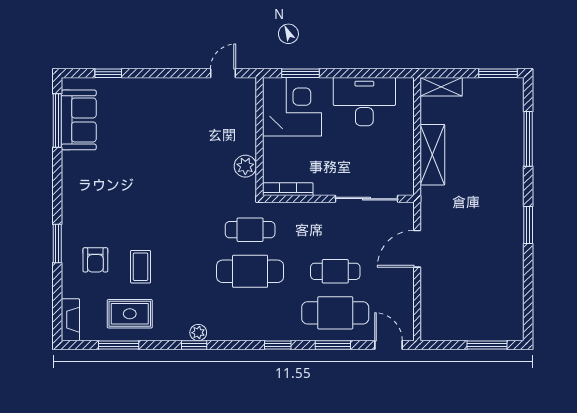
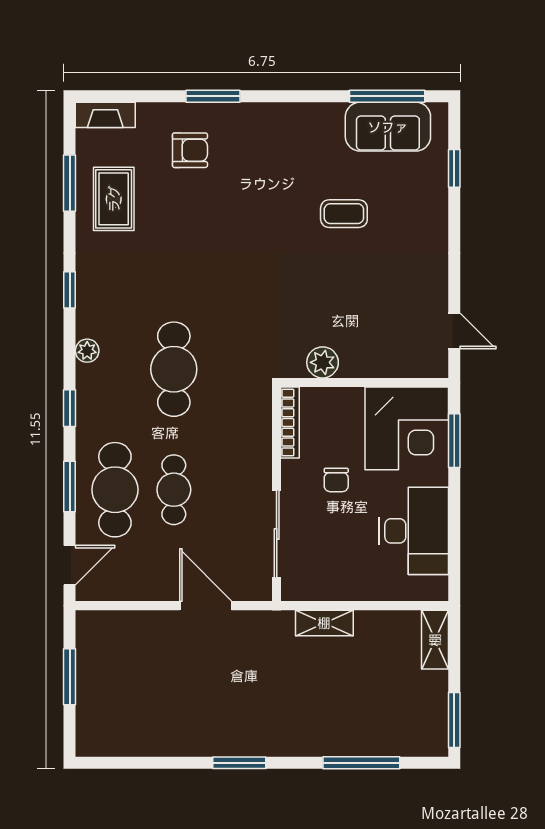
shelving: (432, 155) -> (324, 623), width x0.67, depth x0.75
chair: (328, 157) -> (336, 480), added
cafe table: (250, 230) -> (233, 369), removed
armchair: (95, 260) -> (190, 150), turned 180
coffee table: (141, 267) -> (344, 214), moved
plant: (198, 333) -> (87, 351), moved
window: (487, 345) -> (70, 677), moved

